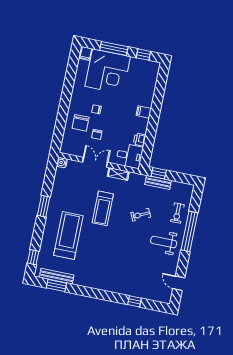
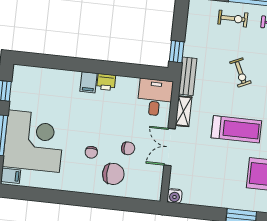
printer: (140, 139) -> (106, 82), moved
bench: (158, 182) -> (188, 76), moved

